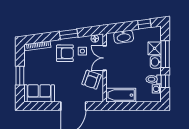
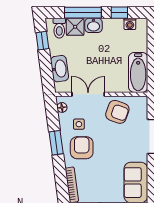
double door: (105, 58) -> (88, 94), swing flipped
toilet: (154, 79) -> (59, 28), moved

